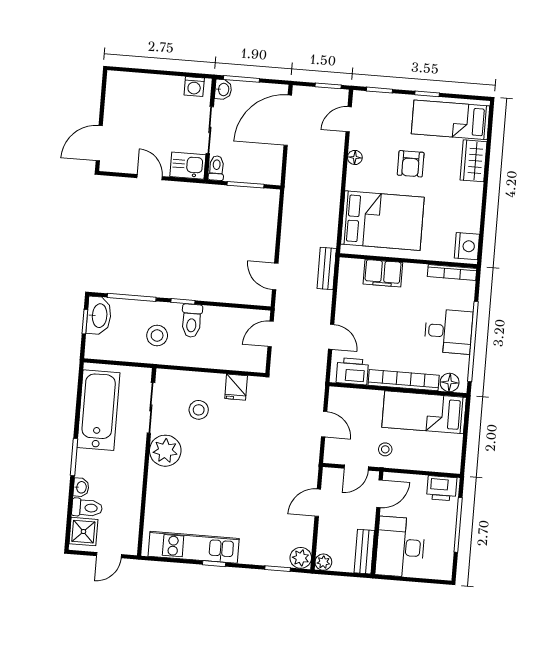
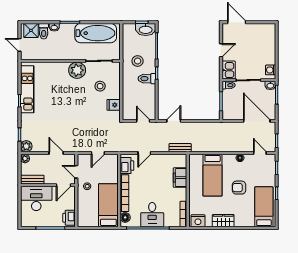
wardrobe: (474, 161) -> (223, 221), moved
bed: (382, 221) -> (213, 175), width x0.67
door: (379, 494) -> (64, 185), hinge flipped

